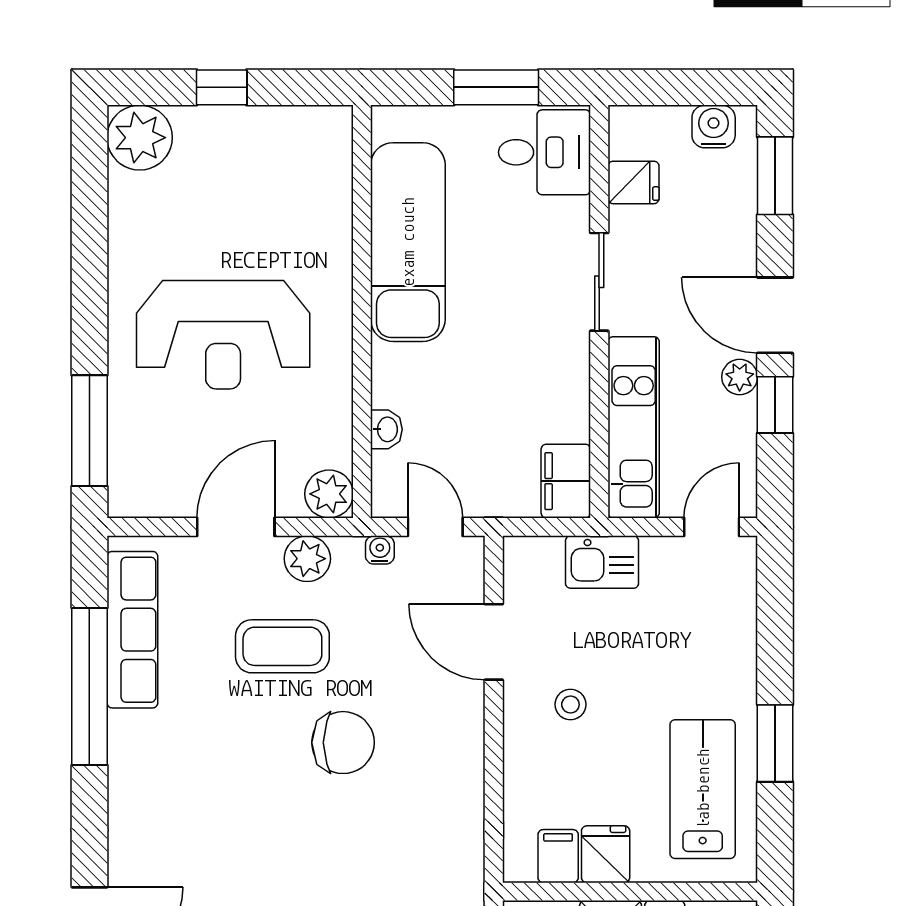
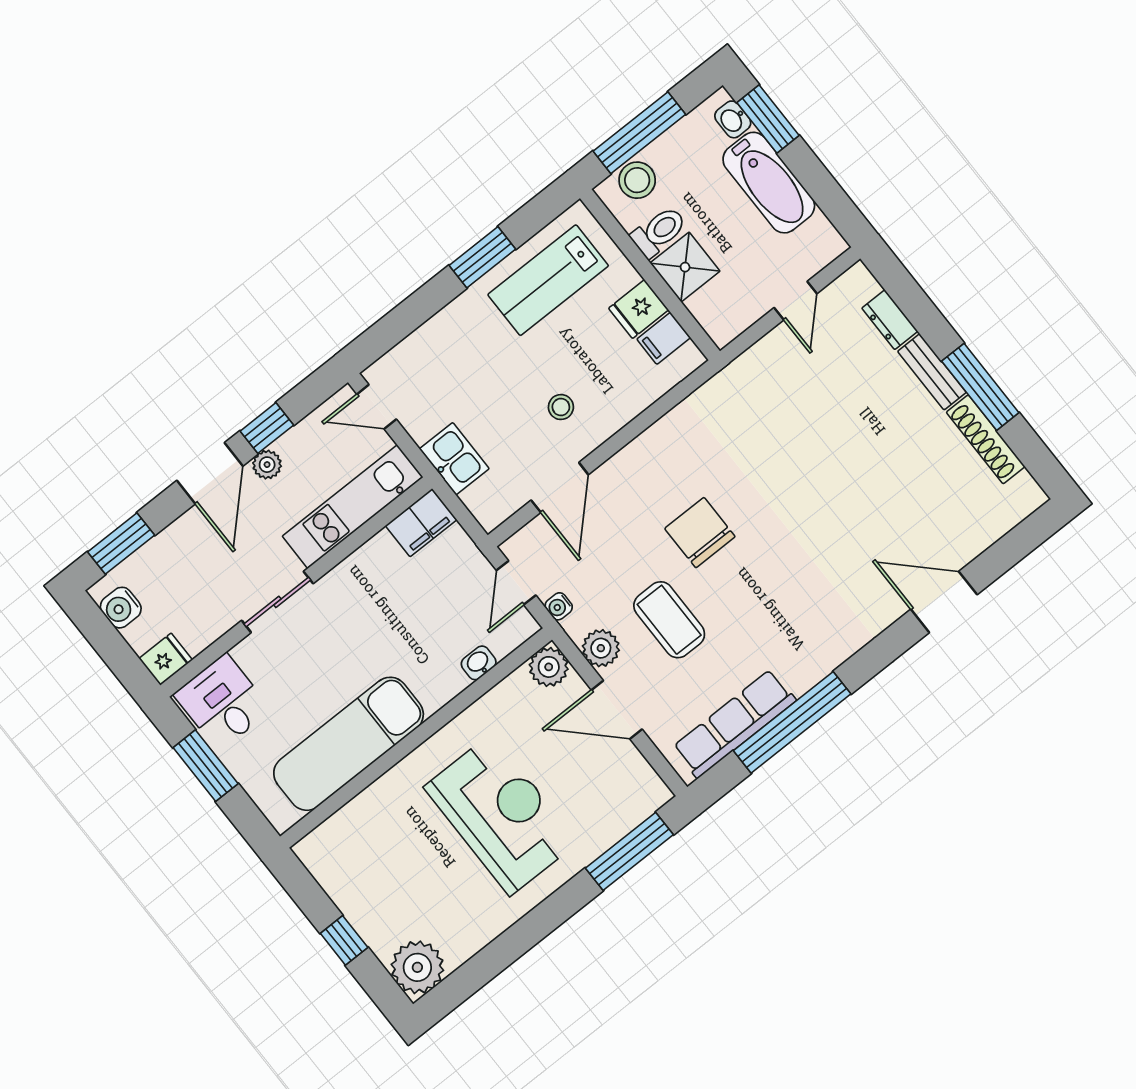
fridge: (633, 182) -> (166, 659), moved, turned 90

